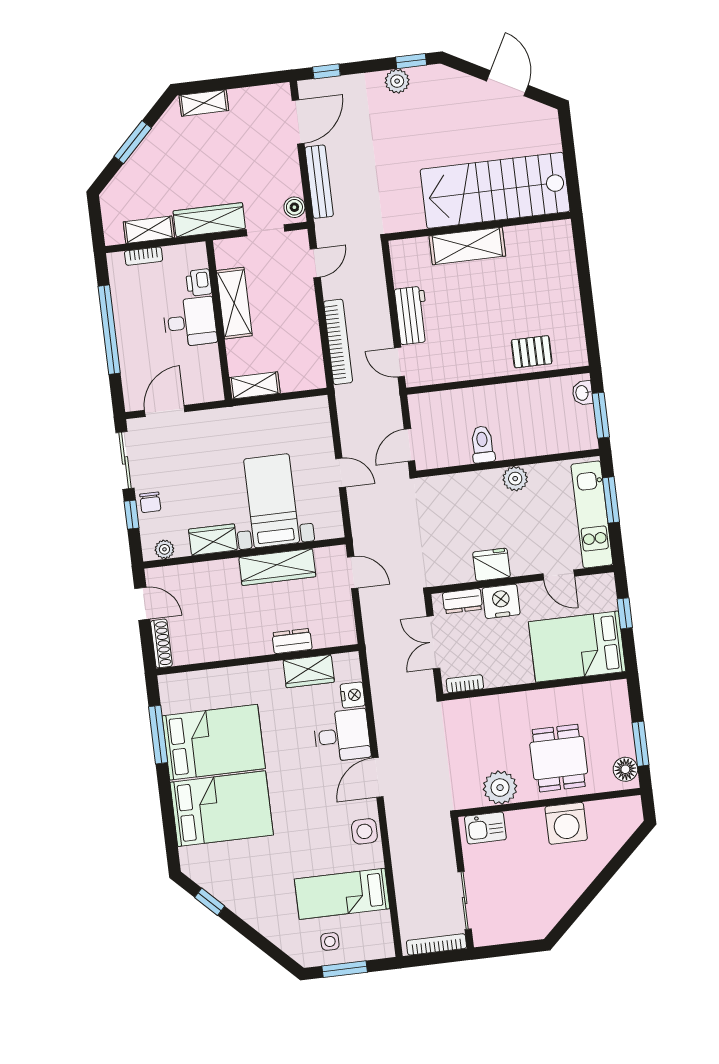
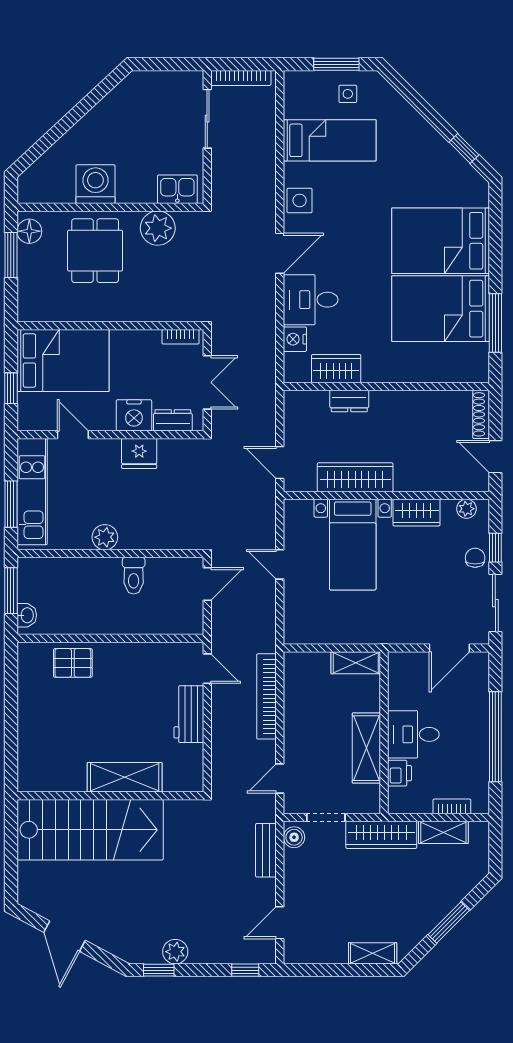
door: (298, 122) -> (280, 923), width x0.73
bench: (319, 182) -> (266, 850), width x0.73

